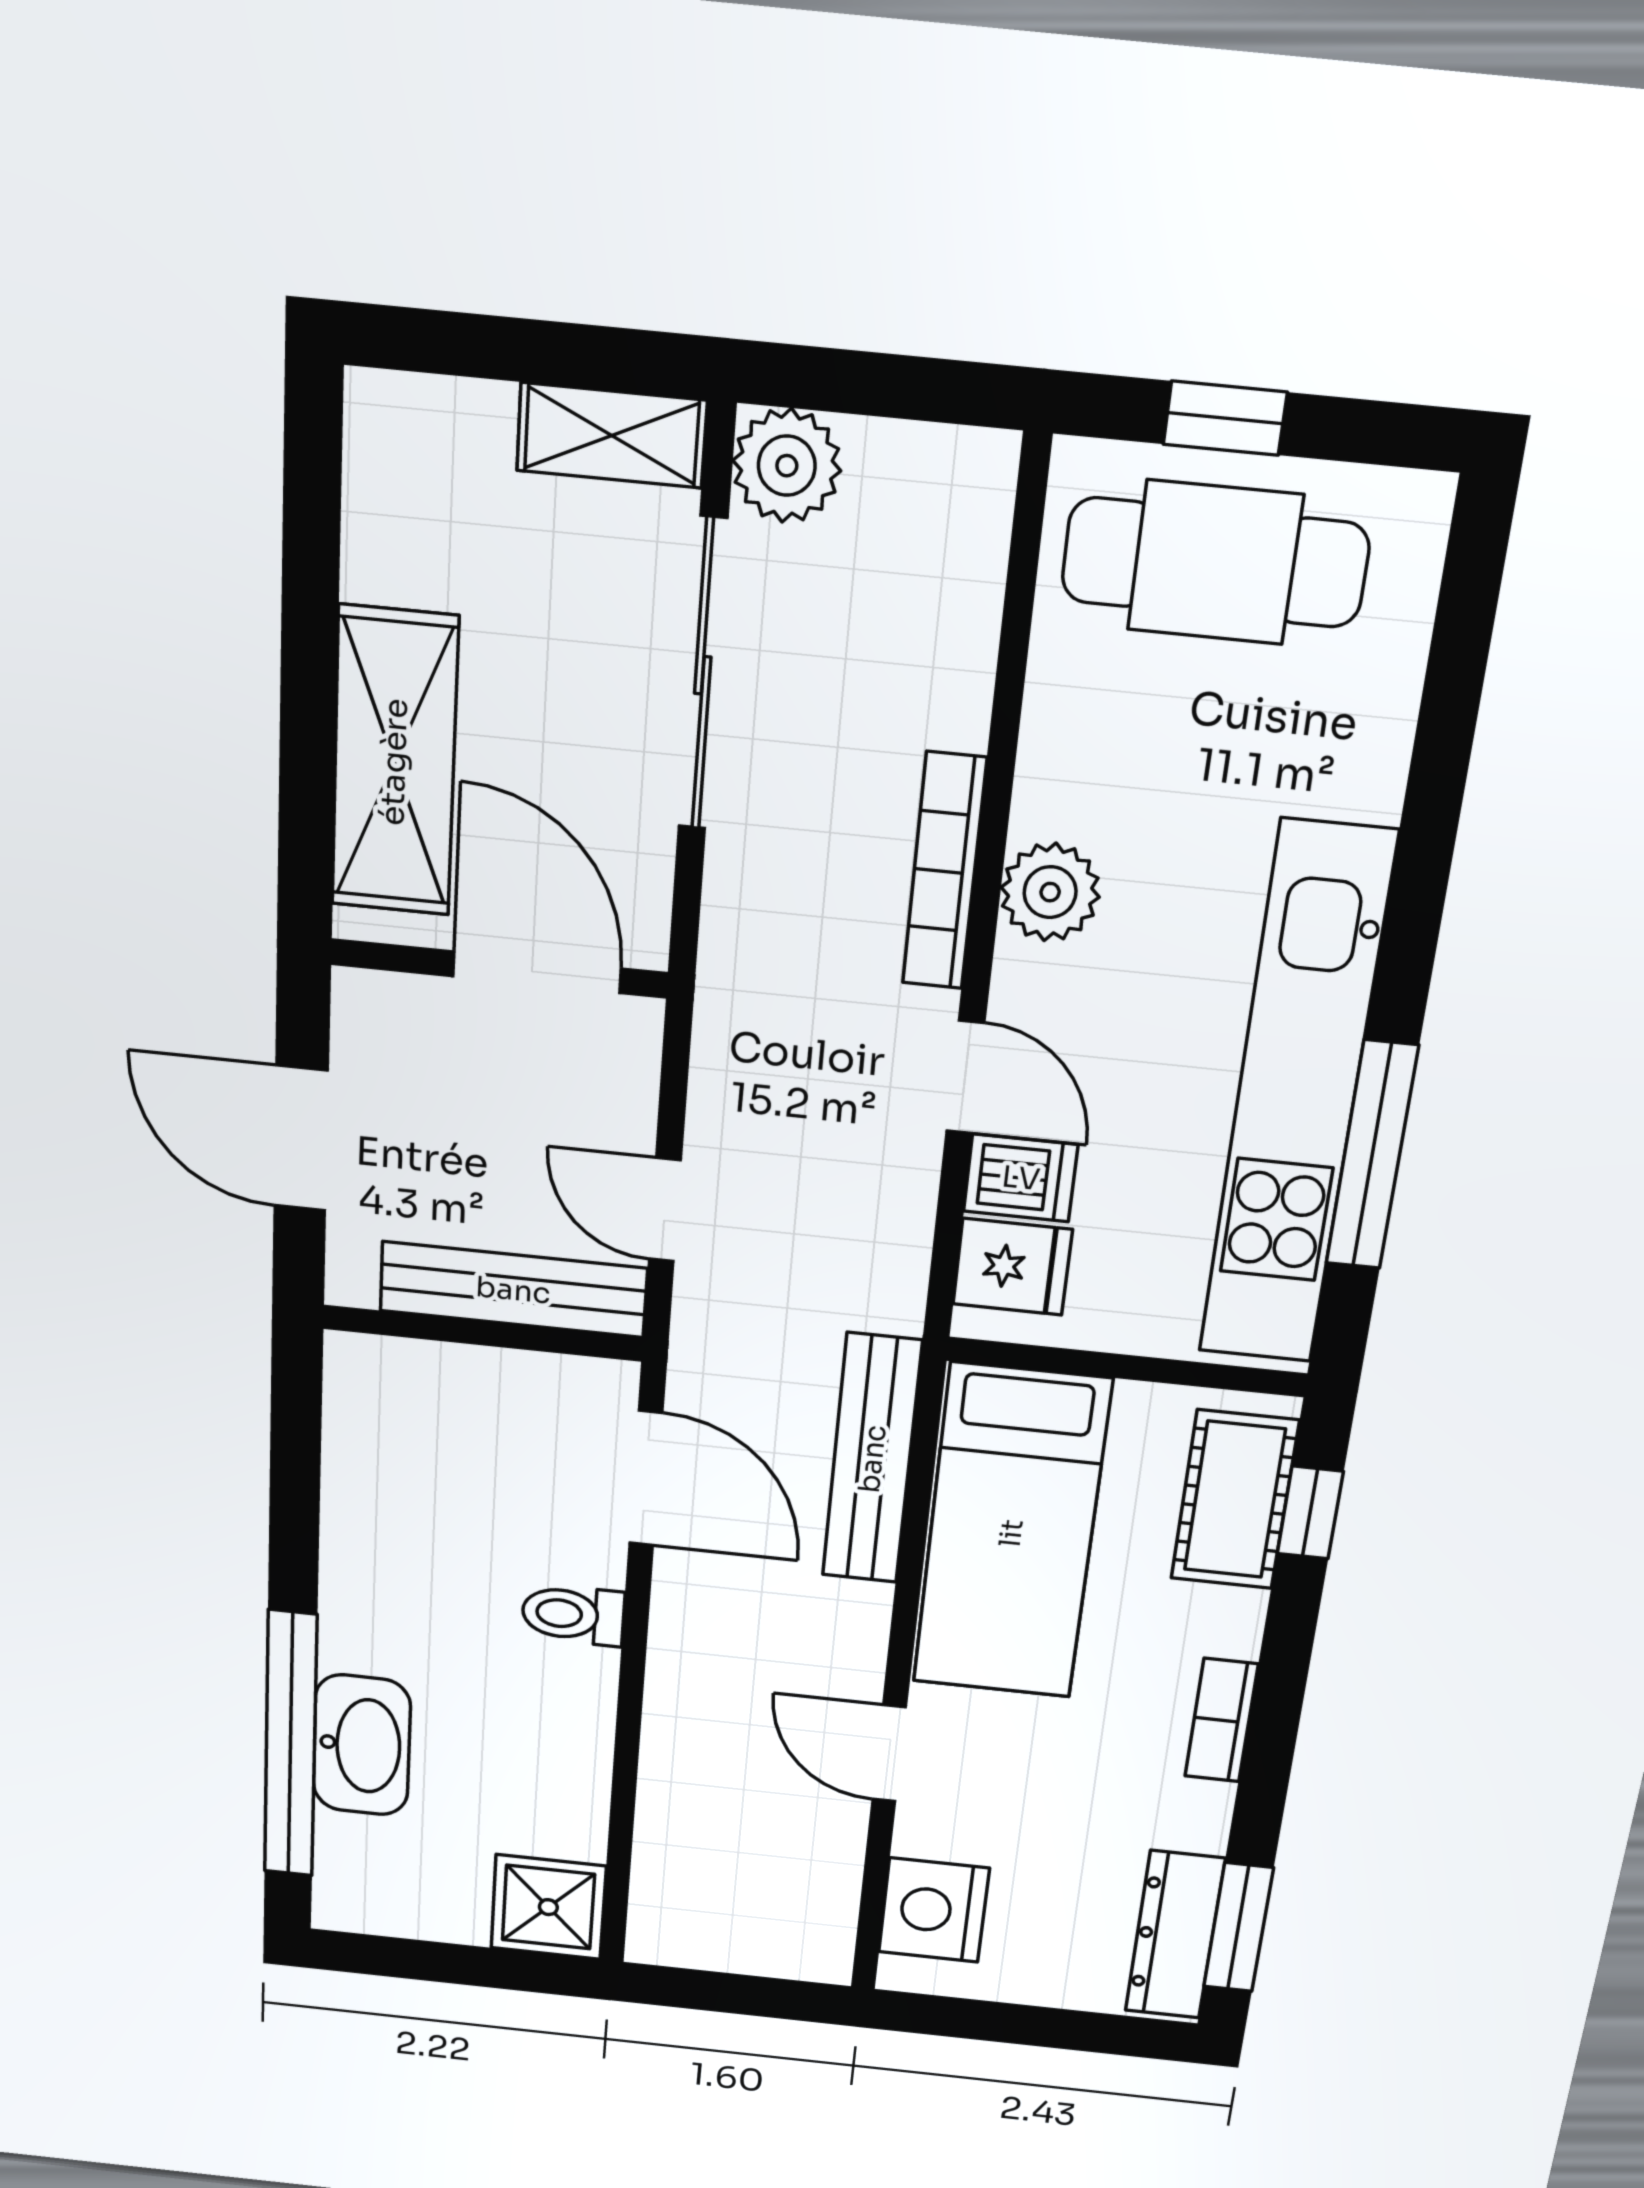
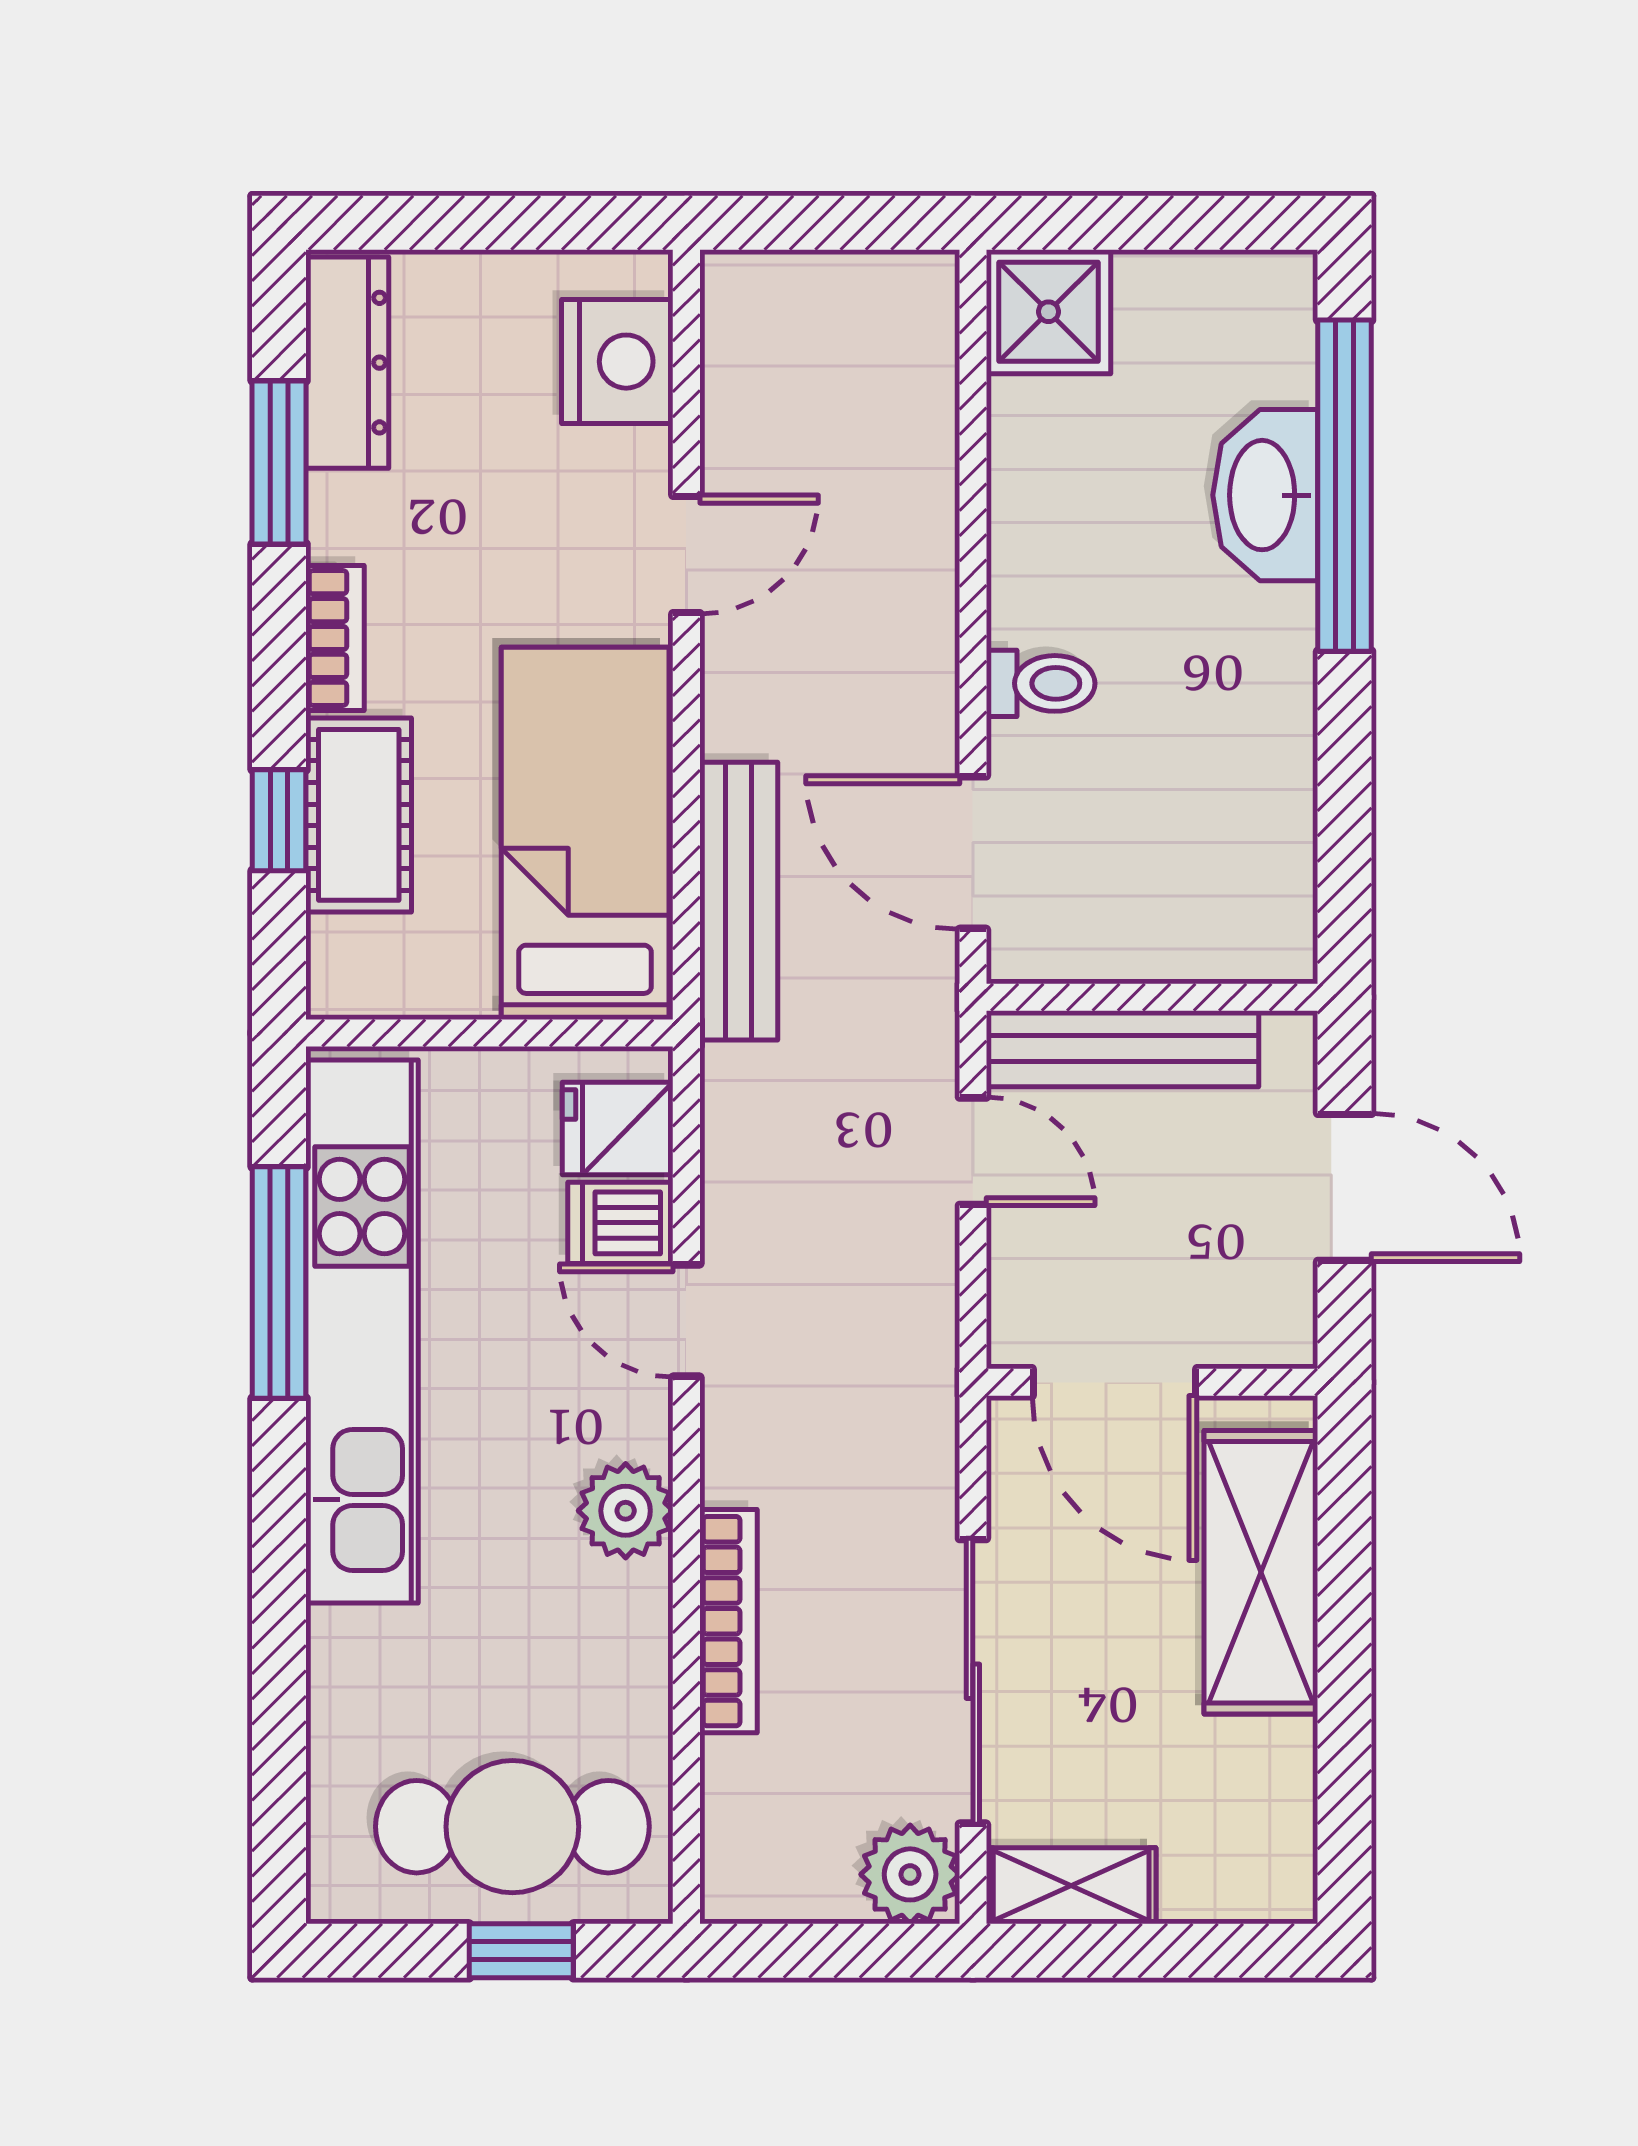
bookcase: (944, 872) -> (728, 1621), moved
cot: (1235, 1500) -> (359, 815), moved
window: (1310, 1513) -> (279, 820), moved
door: (889, 1753) -> (686, 554), hinge flipped
window: (1238, 1927) -> (279, 462), moved

